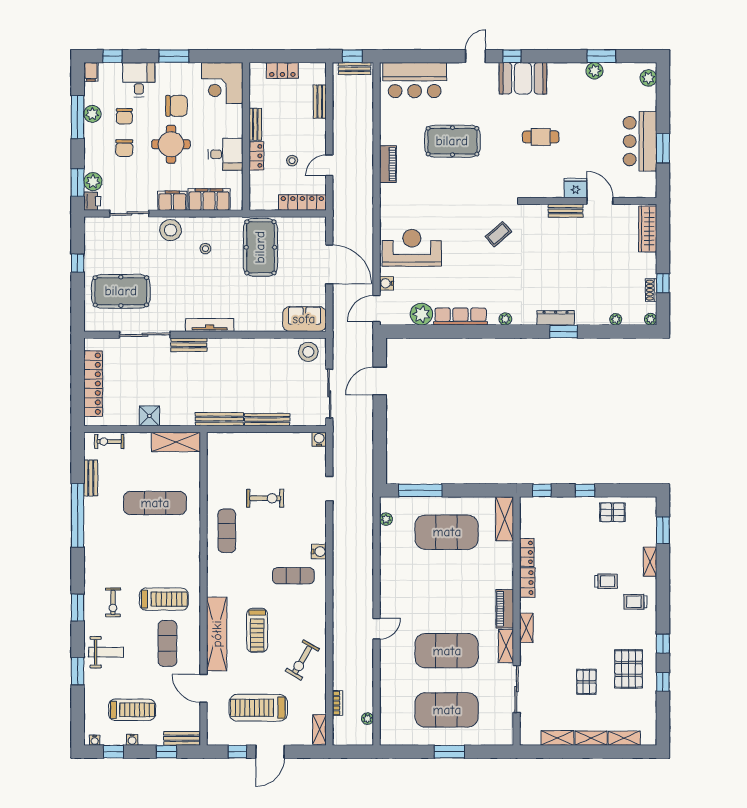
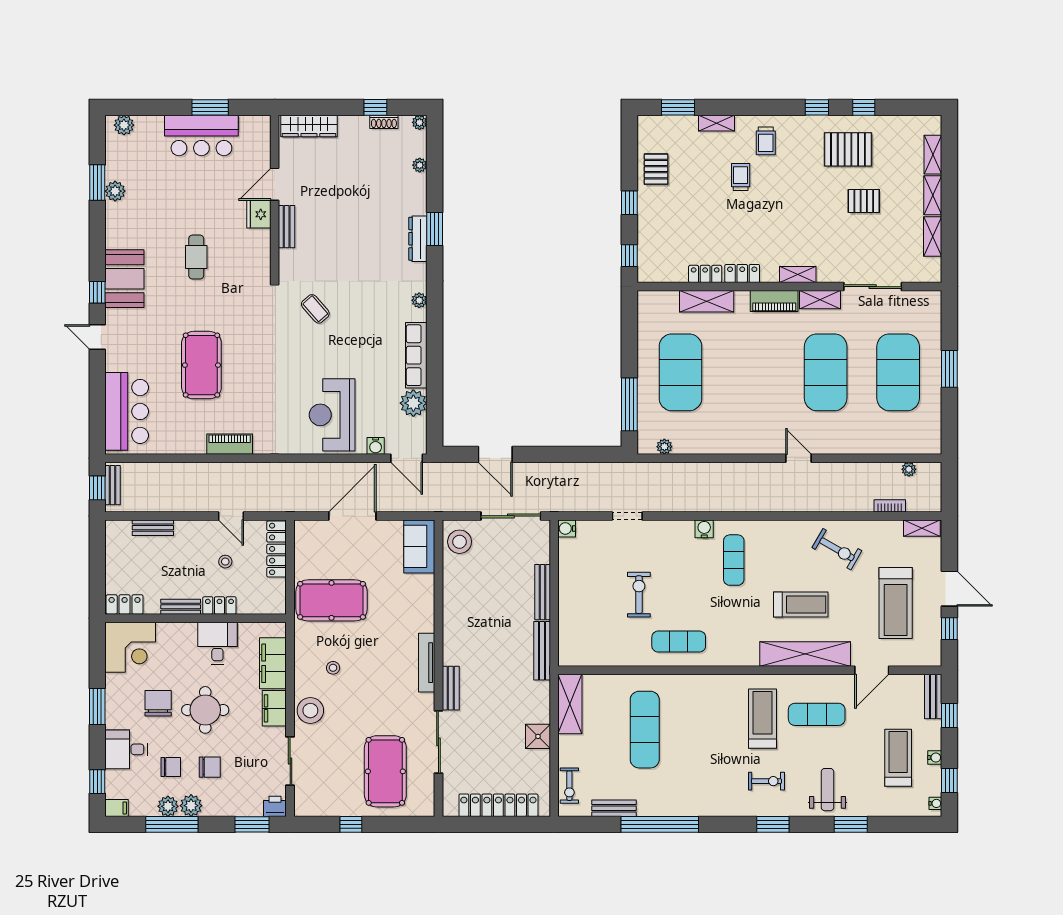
locker: (282, 70) -> (125, 604), moved, turned -90
plant: (93, 182) -> (191, 806), moved
shelving: (505, 519) -> (707, 301), moved

